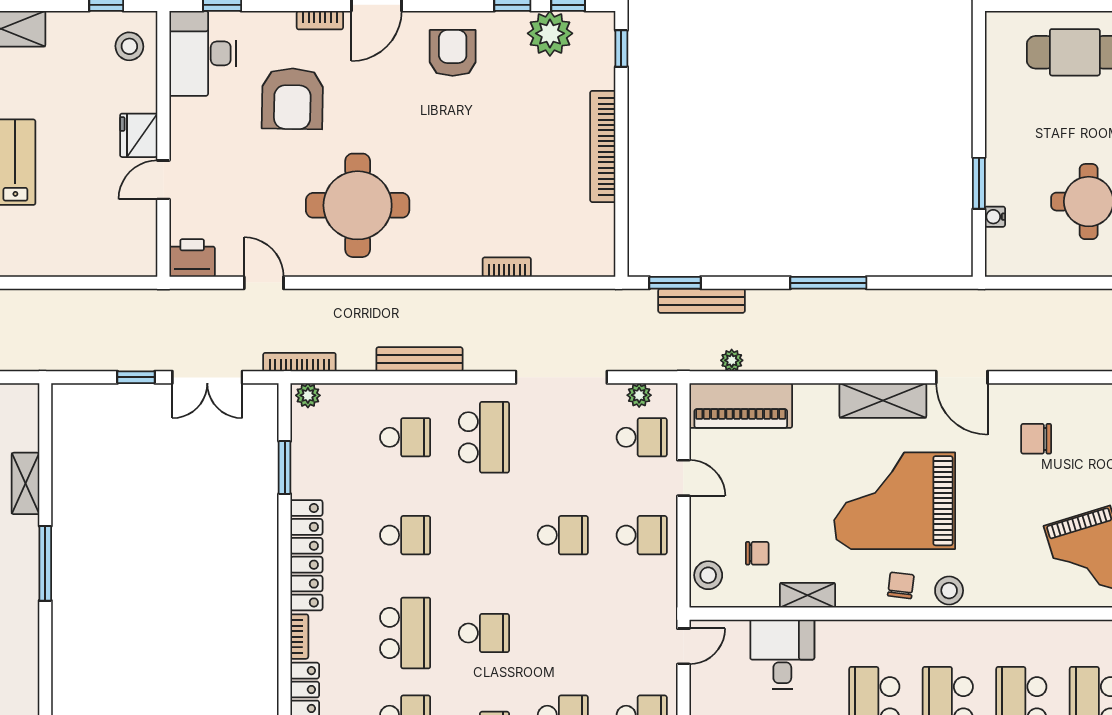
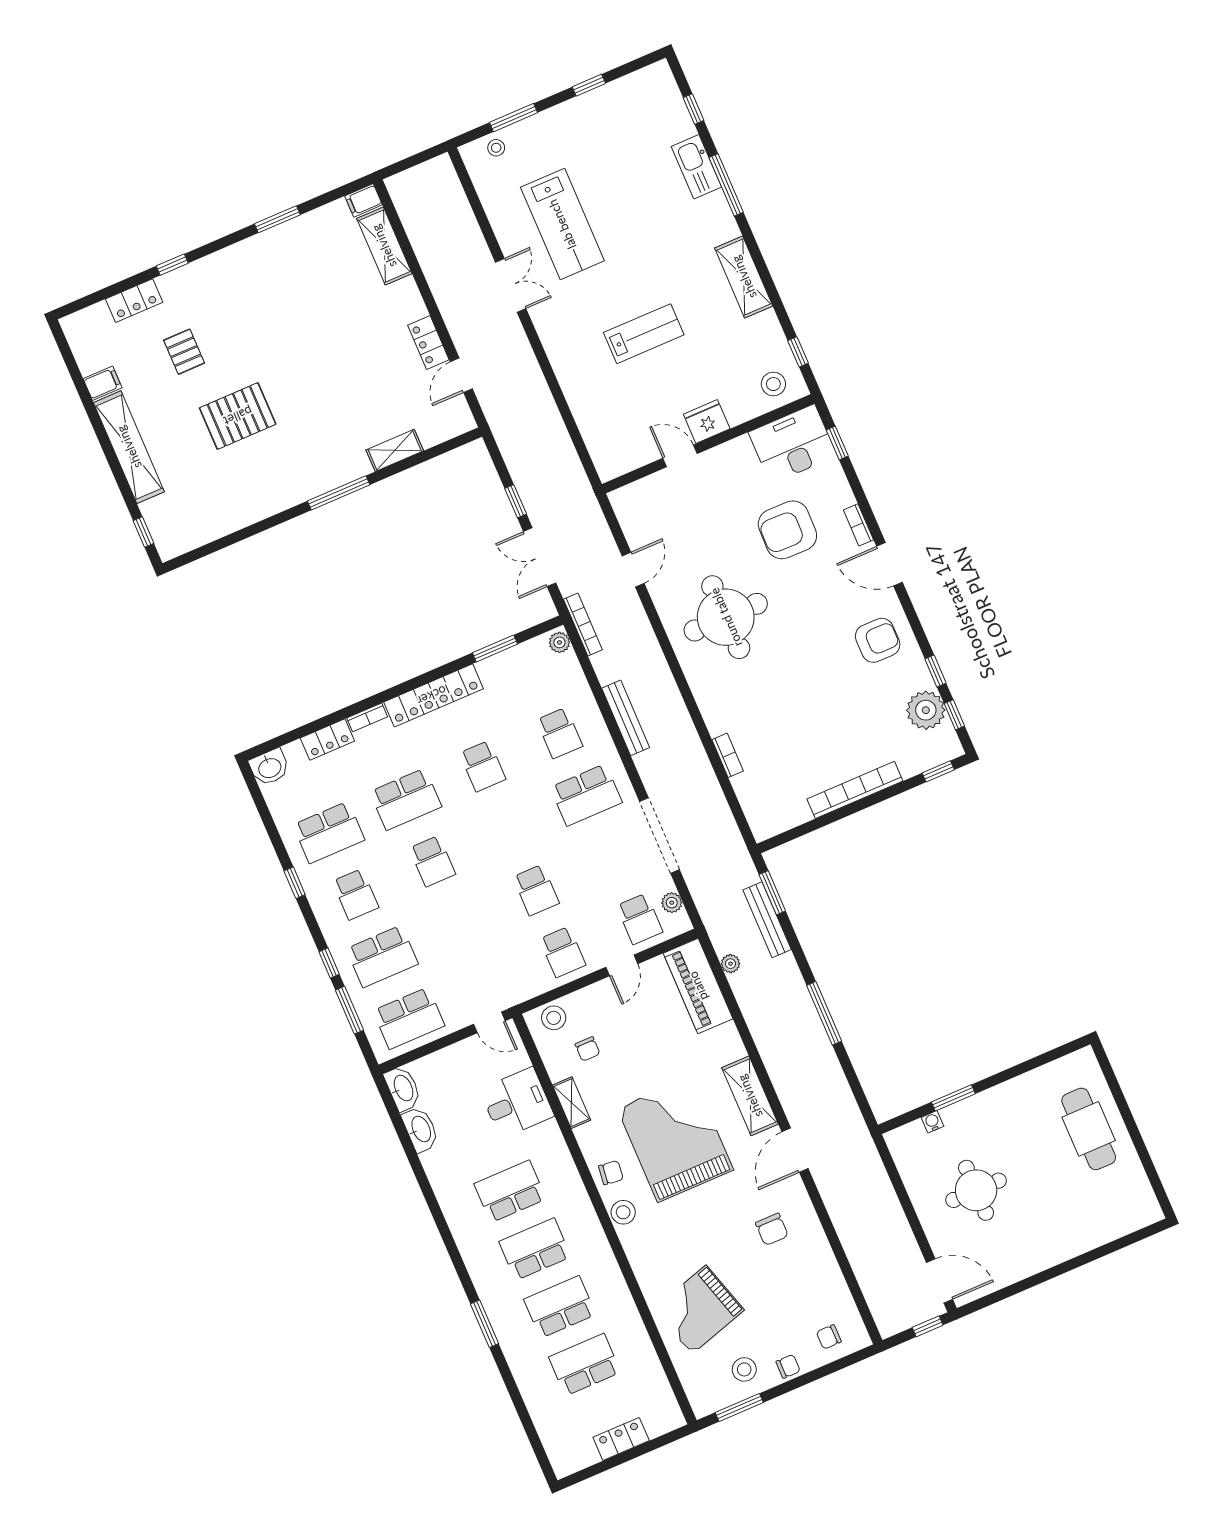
printer: (192, 258) -> (628, 505), removed
chair: (1036, 439) -> (772, 1229), turned 180

